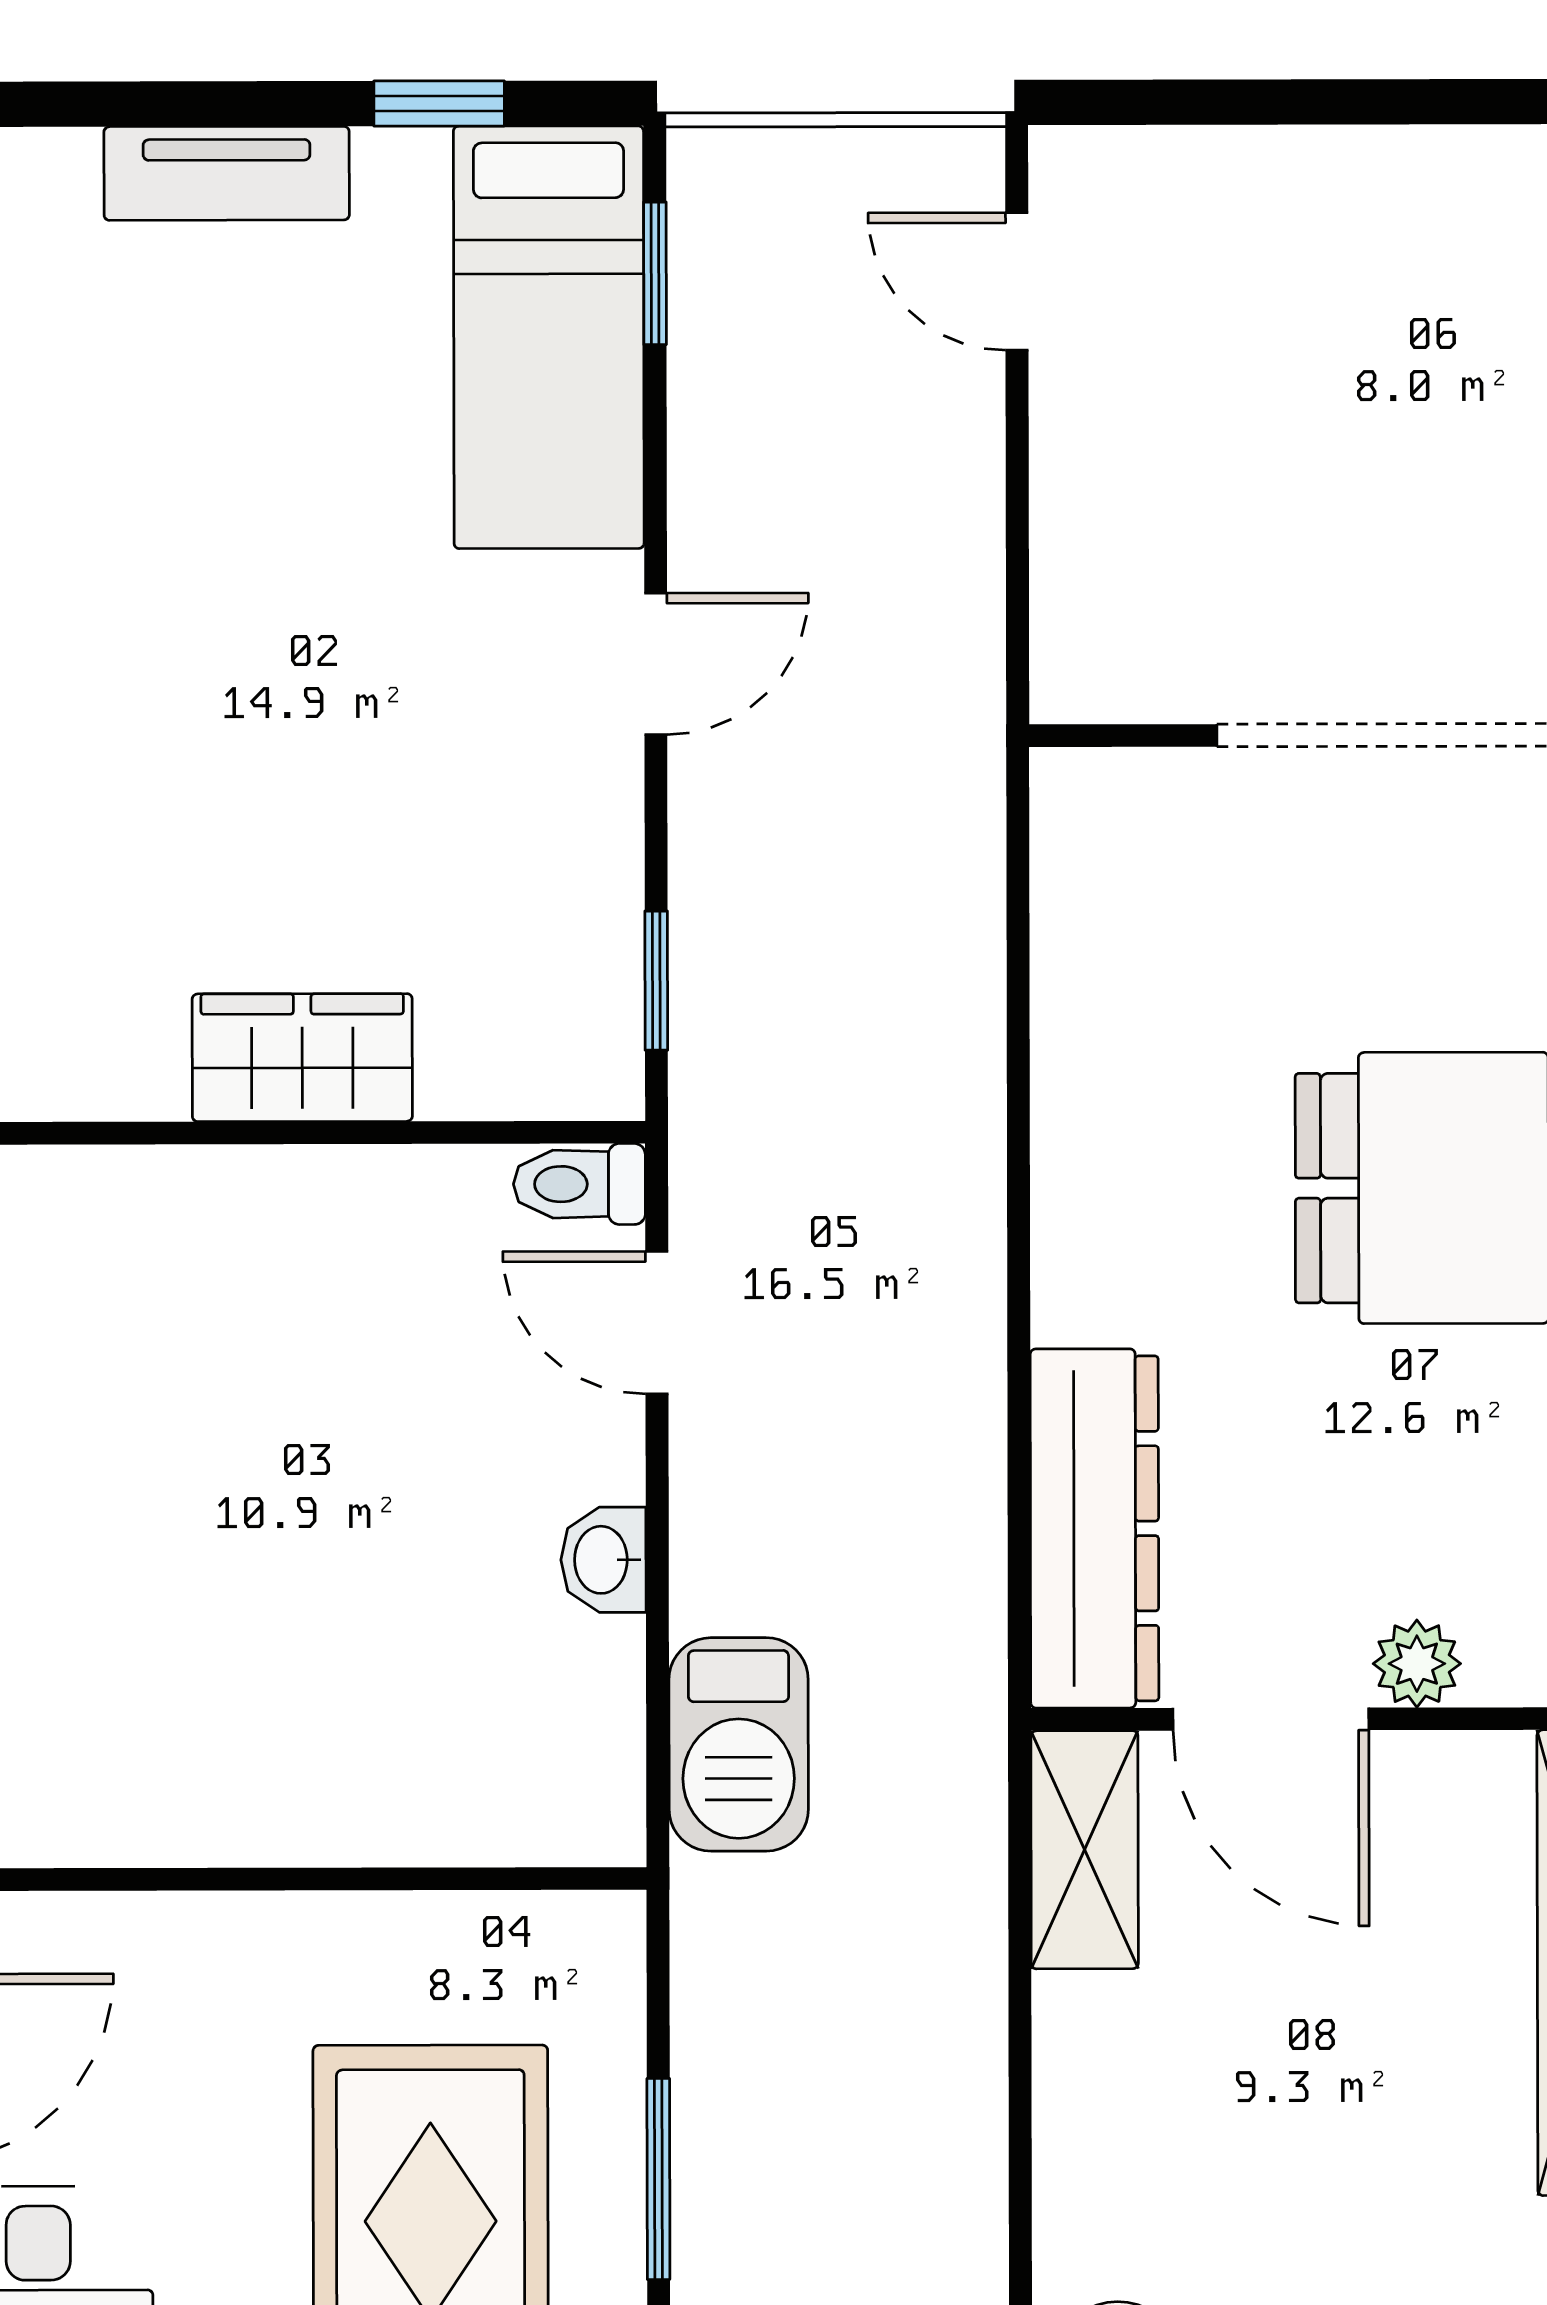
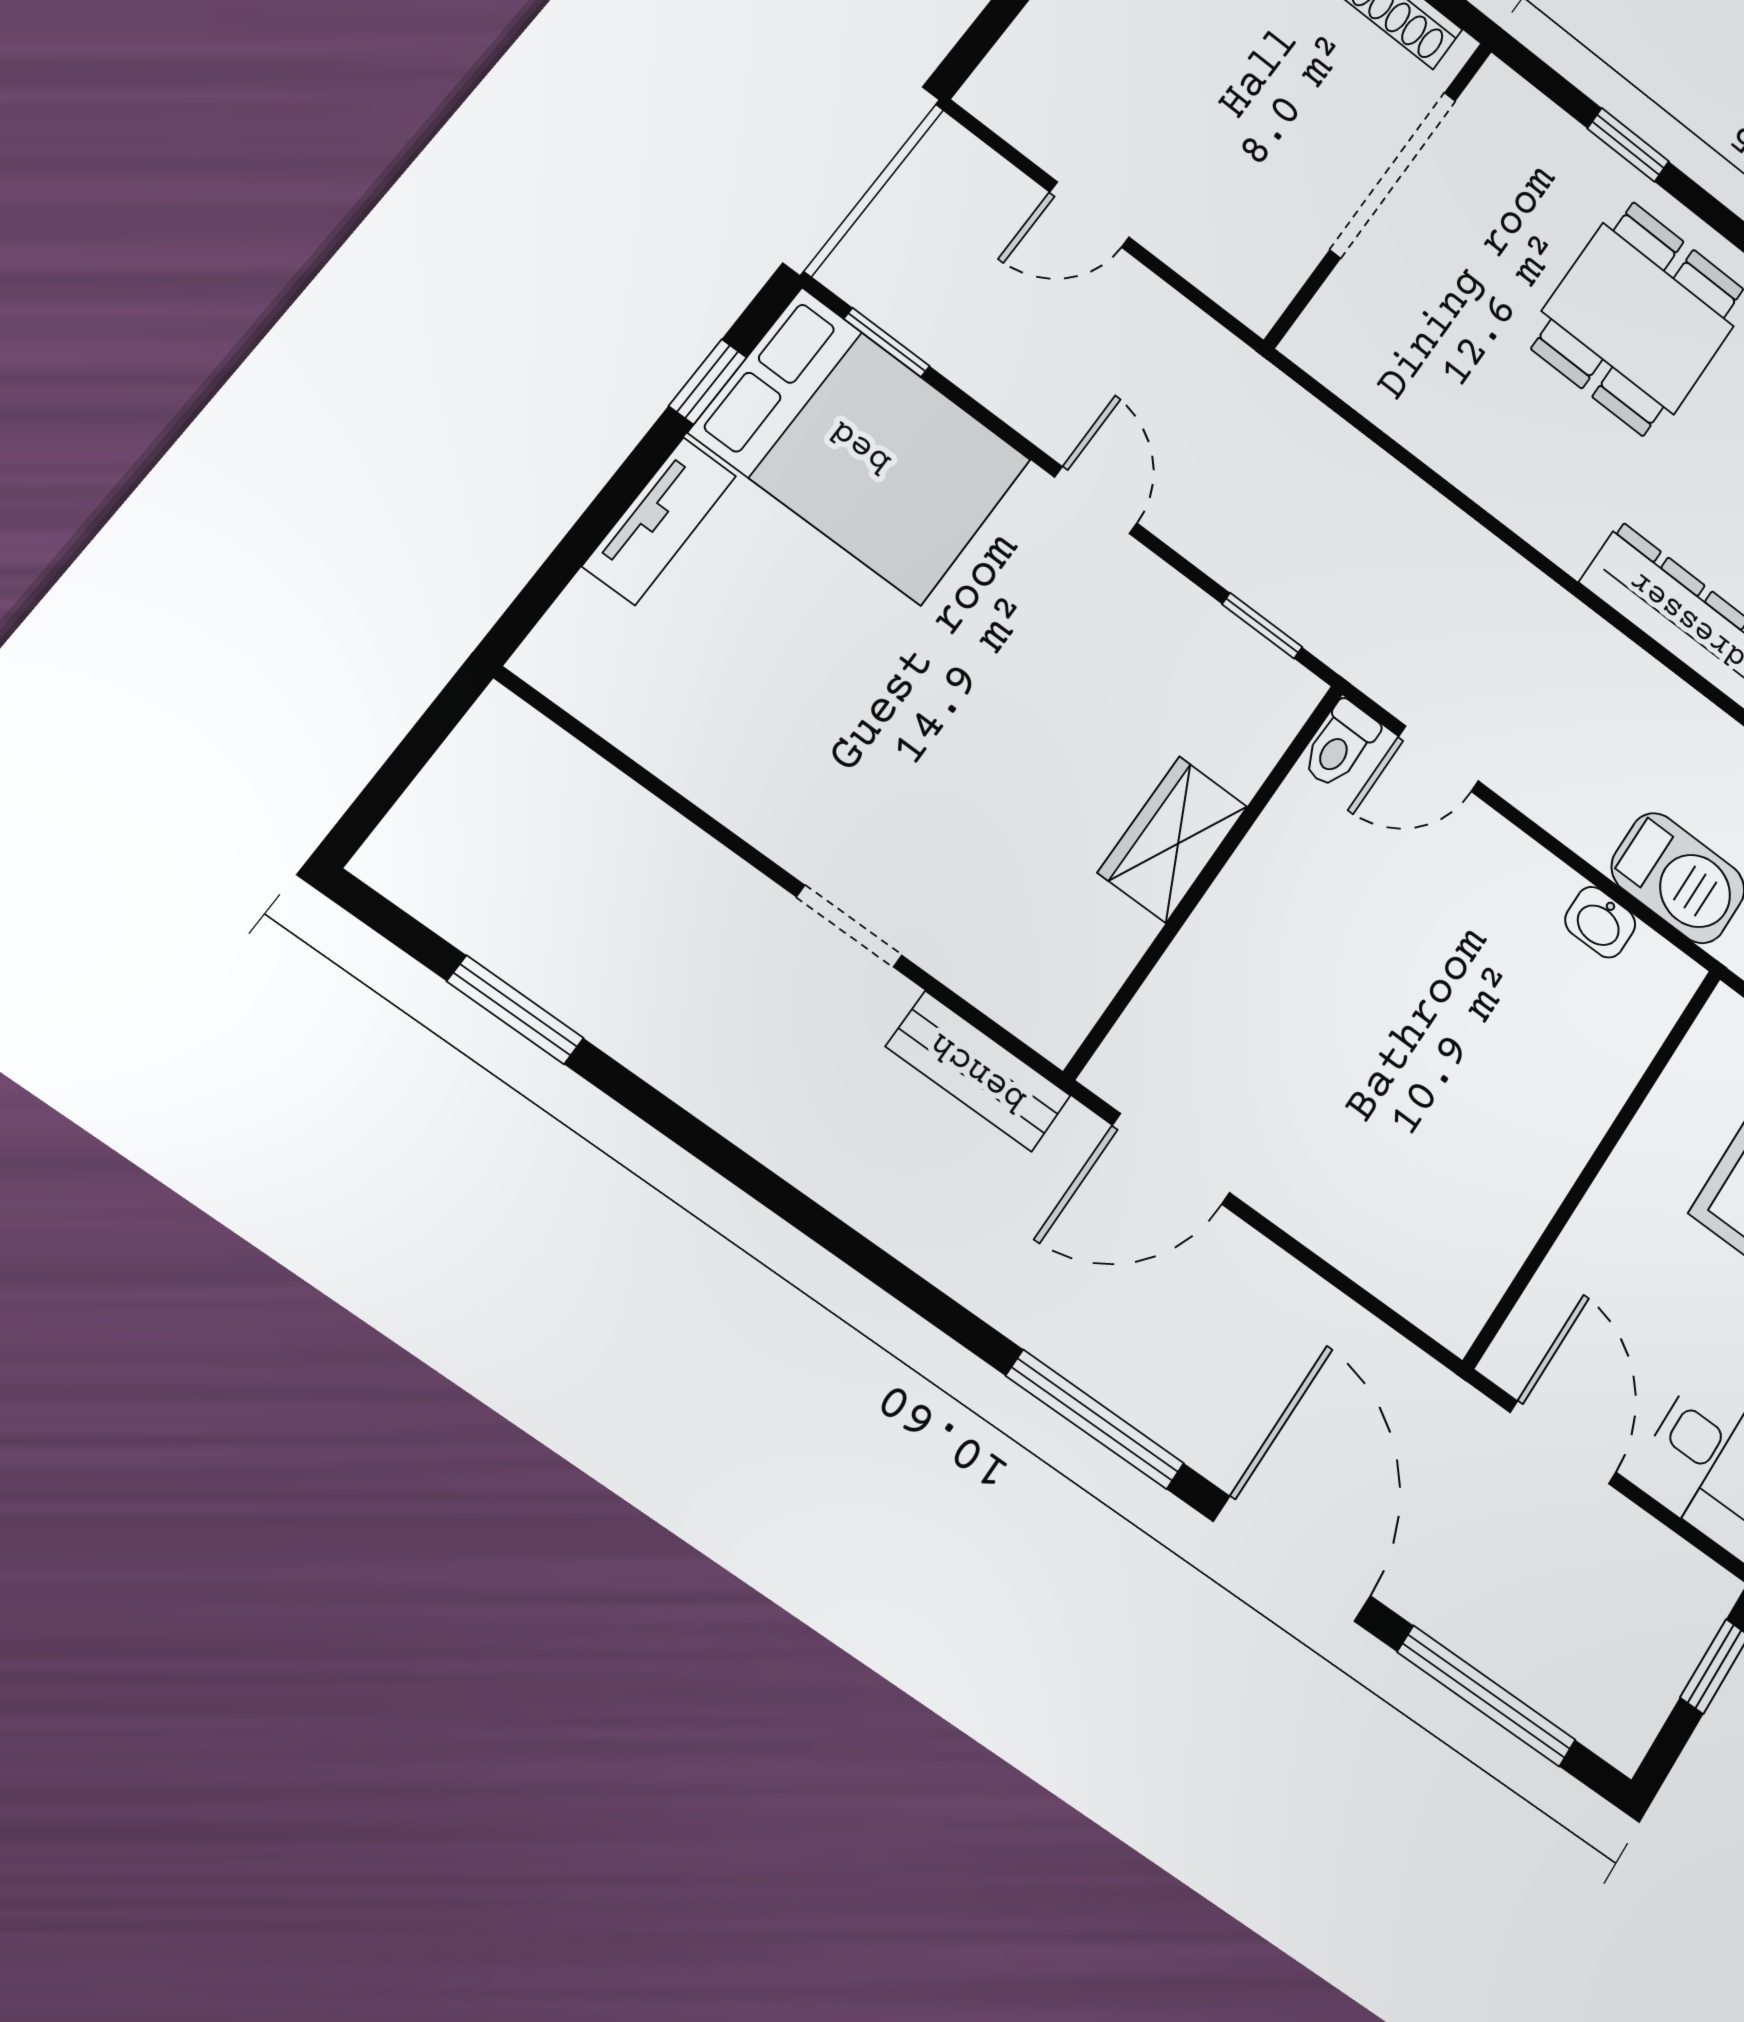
door: (1017, 281) -> (1089, 214), moved
bed: (549, 337) -> (861, 446), width x1.50
washbasin: (603, 1560) -> (1600, 922), moved

